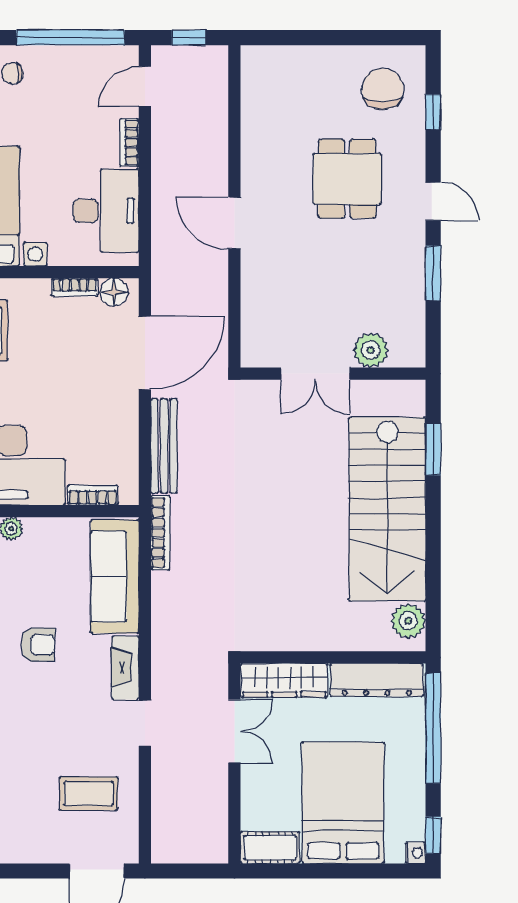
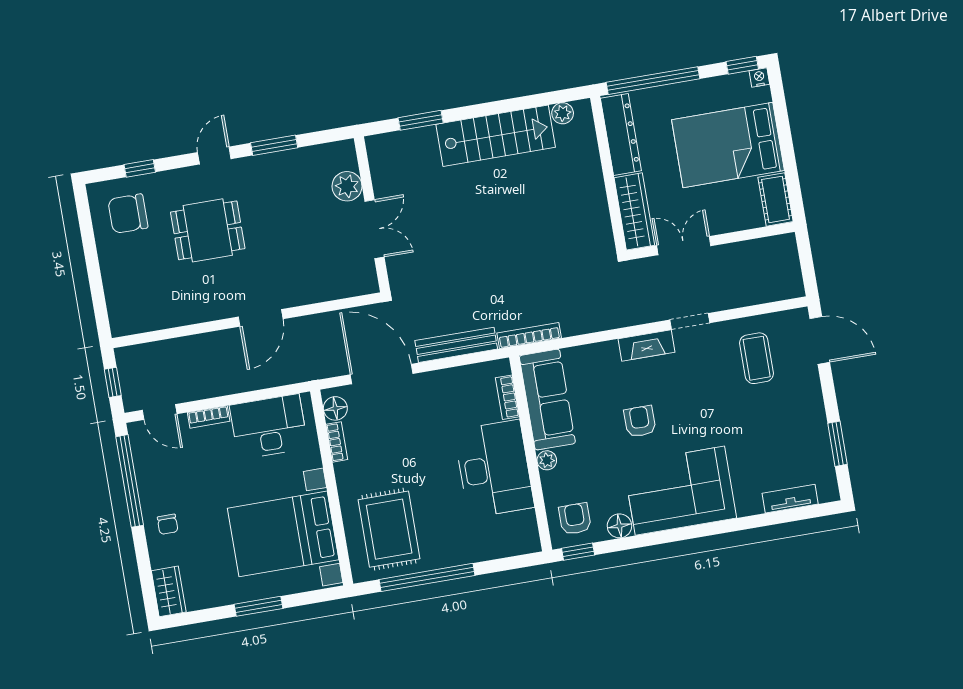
stairs: (387, 509) -> (496, 136), width x0.73, depth x0.66
sofa: (115, 577) -> (547, 400), moved, turned -90
plant: (408, 621) -> (563, 113), width x0.73, depth x0.73

